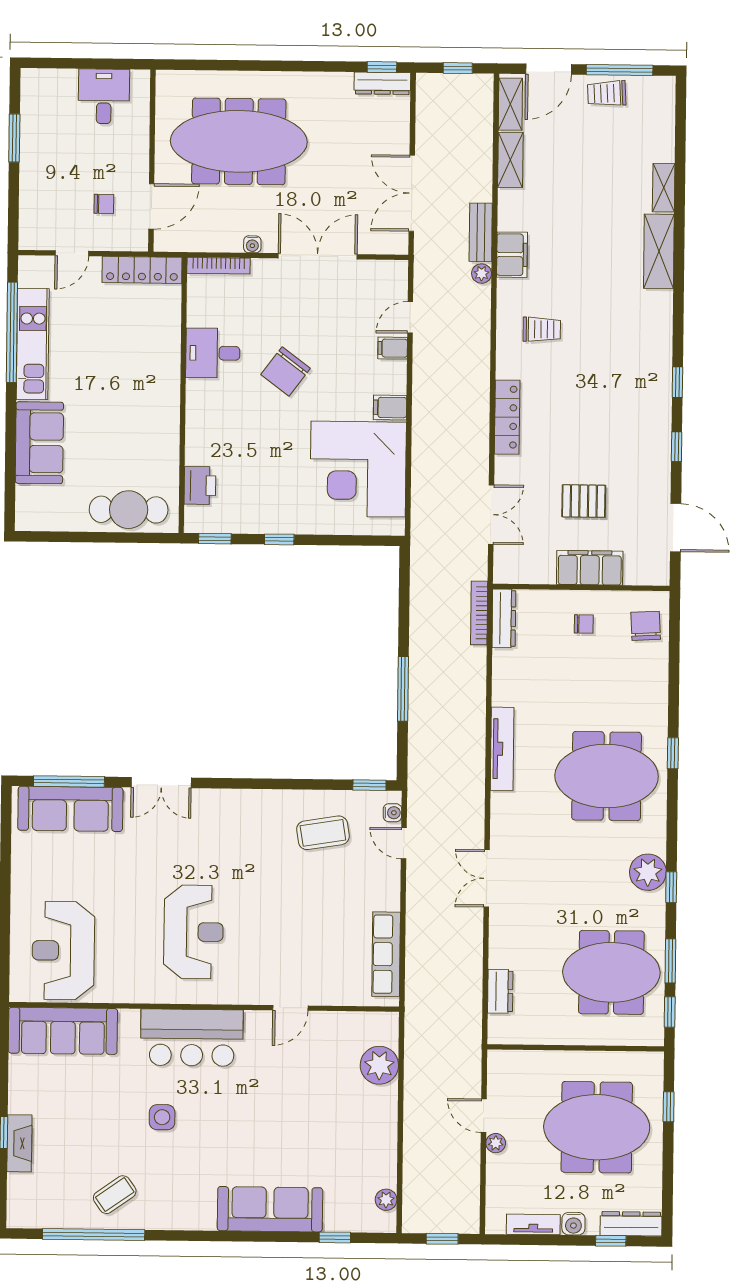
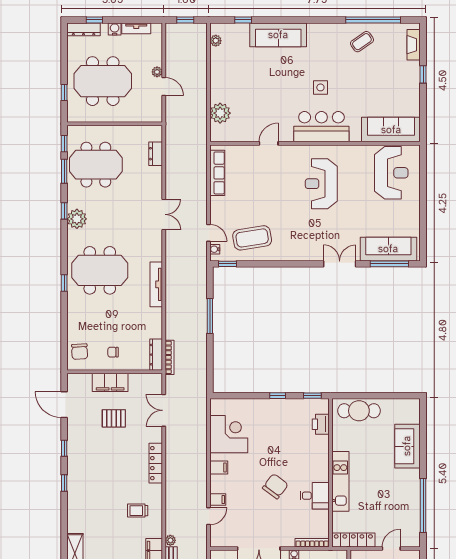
kitchen unit: (33, 344) -> (340, 481), moved, turned 180
corner desk: (358, 469) -> (229, 434), width x0.74, depth x0.74
coffee table: (323, 833) -> (252, 238), width x1.36, depth x1.32
side table: (162, 1117) -> (320, 87), moved
fireplace: (19, 1143) -> (414, 45), moved

